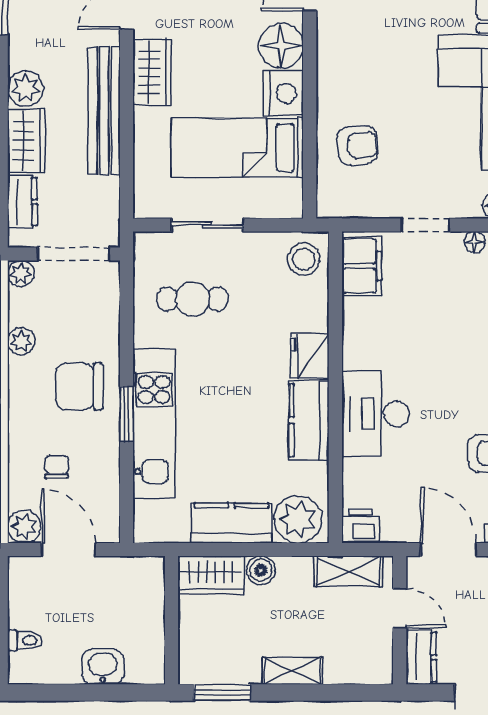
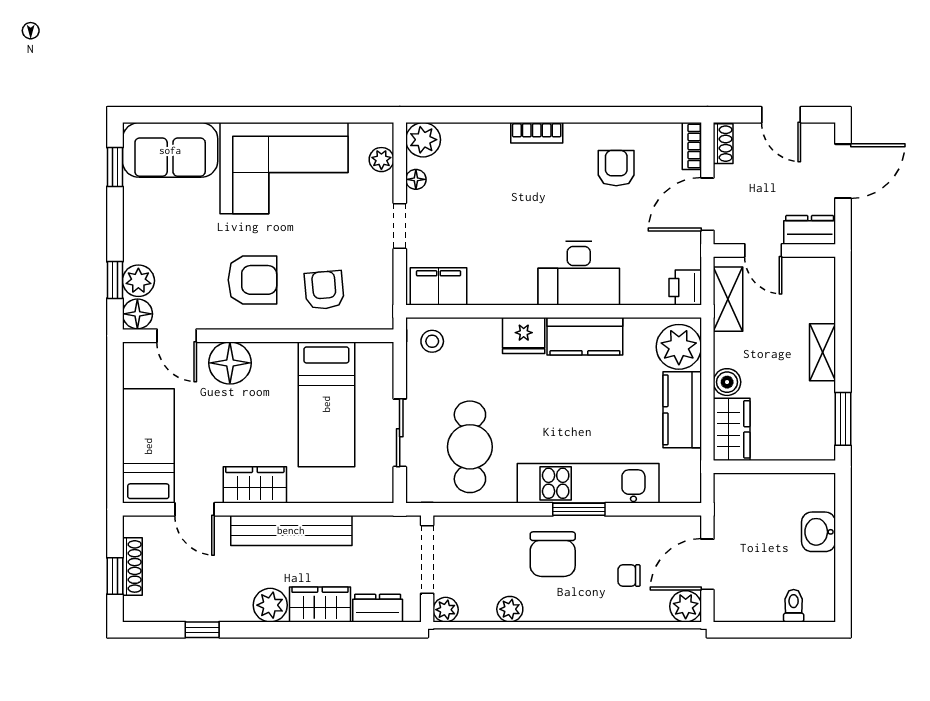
armchair: (369, 70) -> (252, 280), added
nightstand: (283, 93) -> (275, 361), removed
stool: (304, 259) -> (432, 341), width x0.73, depth x0.73
cafe table: (193, 299) -> (470, 447), width x1.37, depth x1.35
door: (400, 608) -> (763, 250), swing flipped

